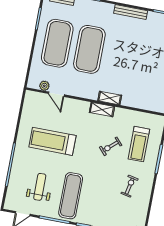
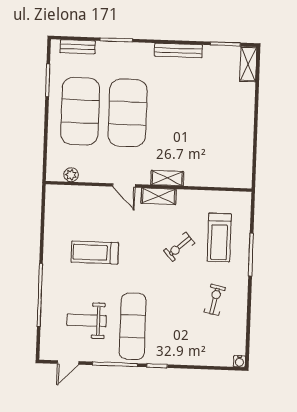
door: (56, 94) -> (124, 185), moved
treadmill: (52, 141) -> (95, 252), width x0.73, depth x0.73
weight bench: (40, 187) -> (87, 320), turned -90

